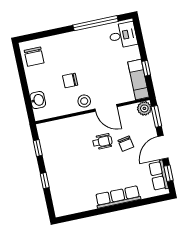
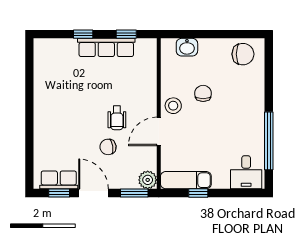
chair: (34, 57) -> (243, 54), turned 180
row of seats: (118, 197) -> (106, 47), moved, turned 90

